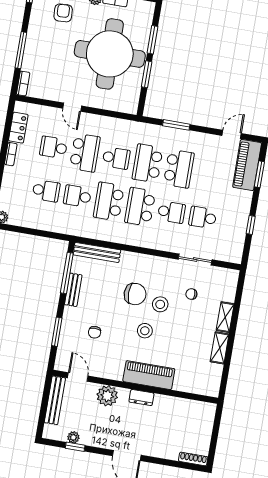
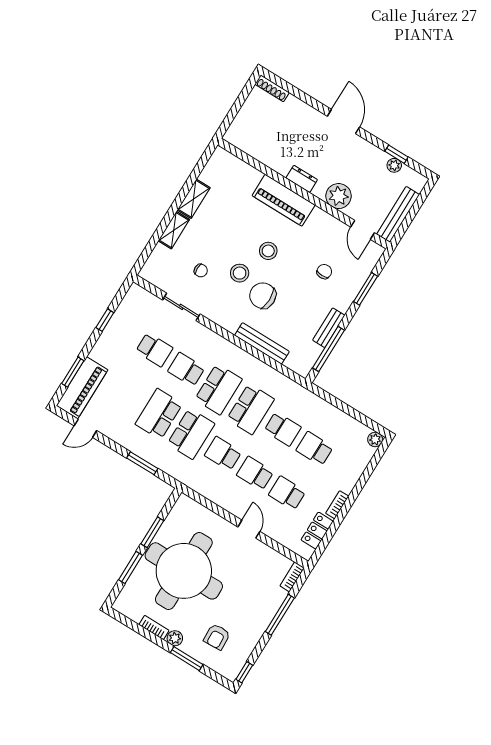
school desk: (54, 147) -> (287, 493), turned 180
school desk: (85, 153) -> (255, 473), width x0.54
bench: (97, 252) -> (262, 343), moved

